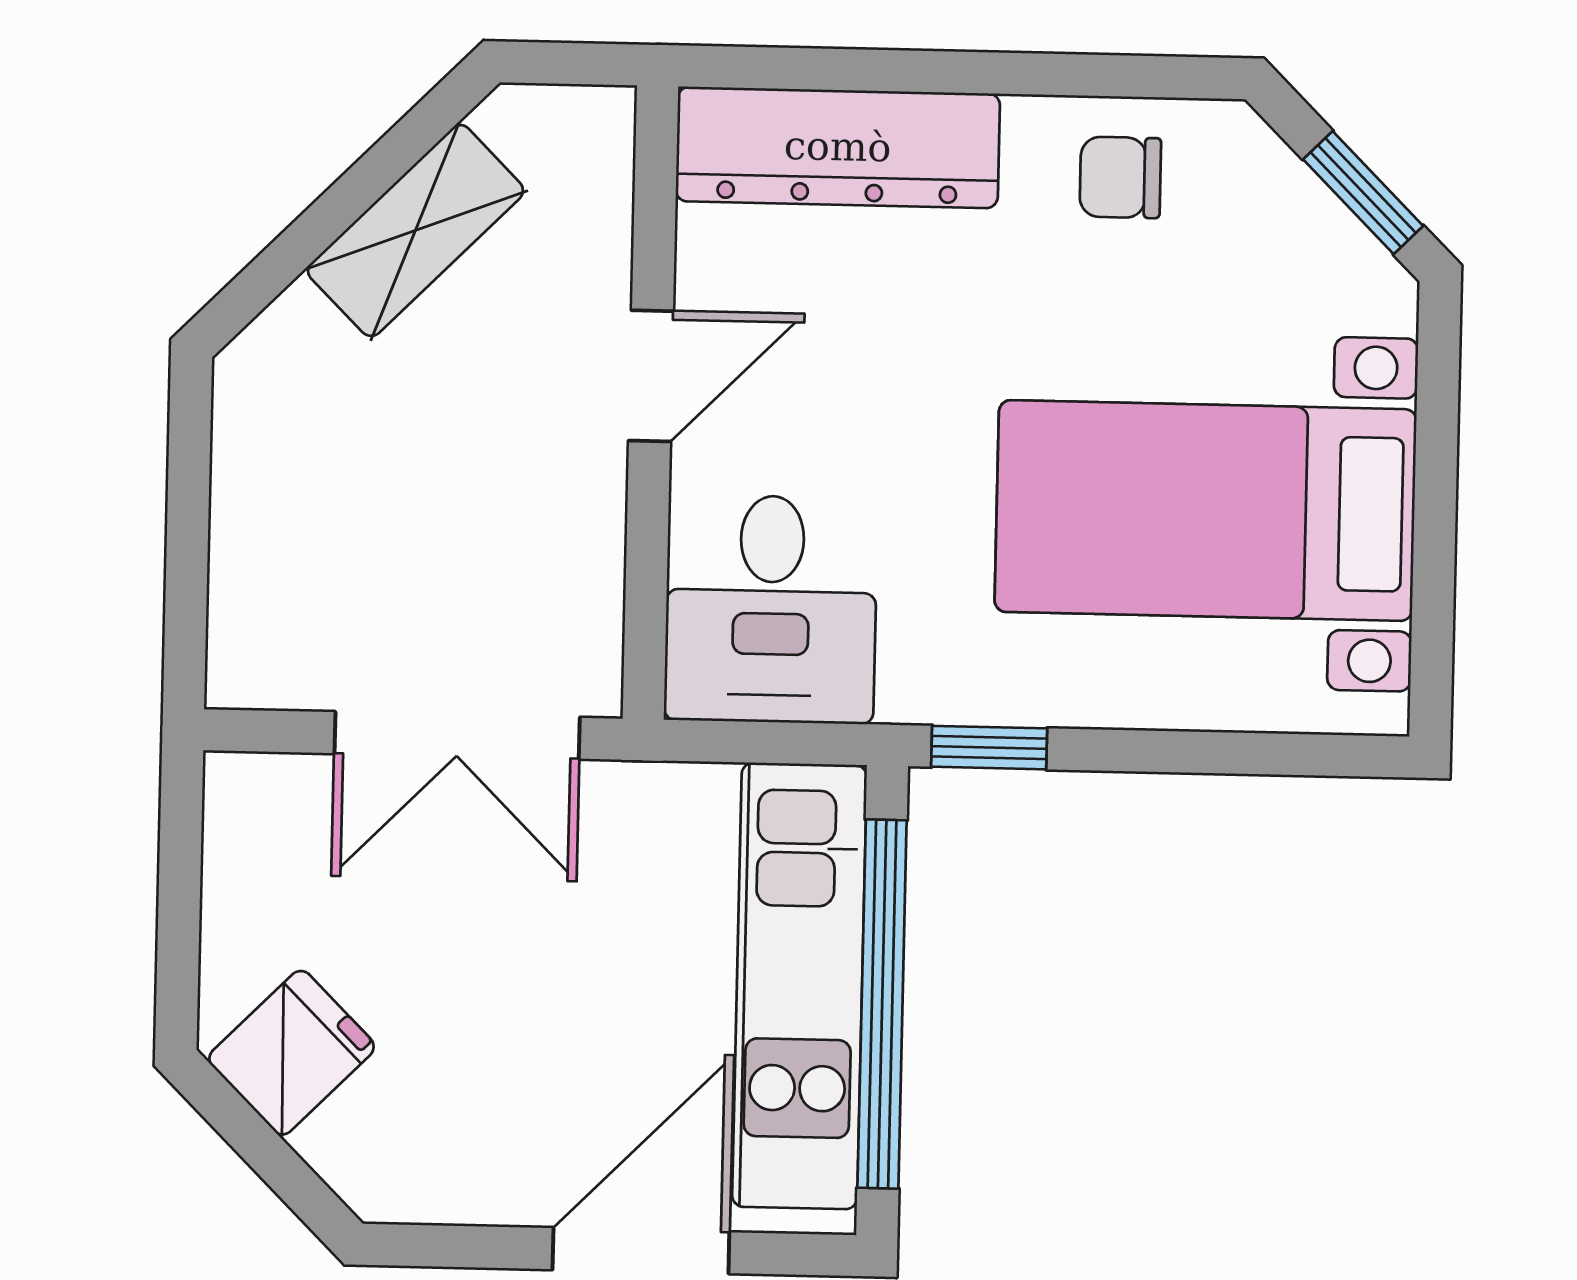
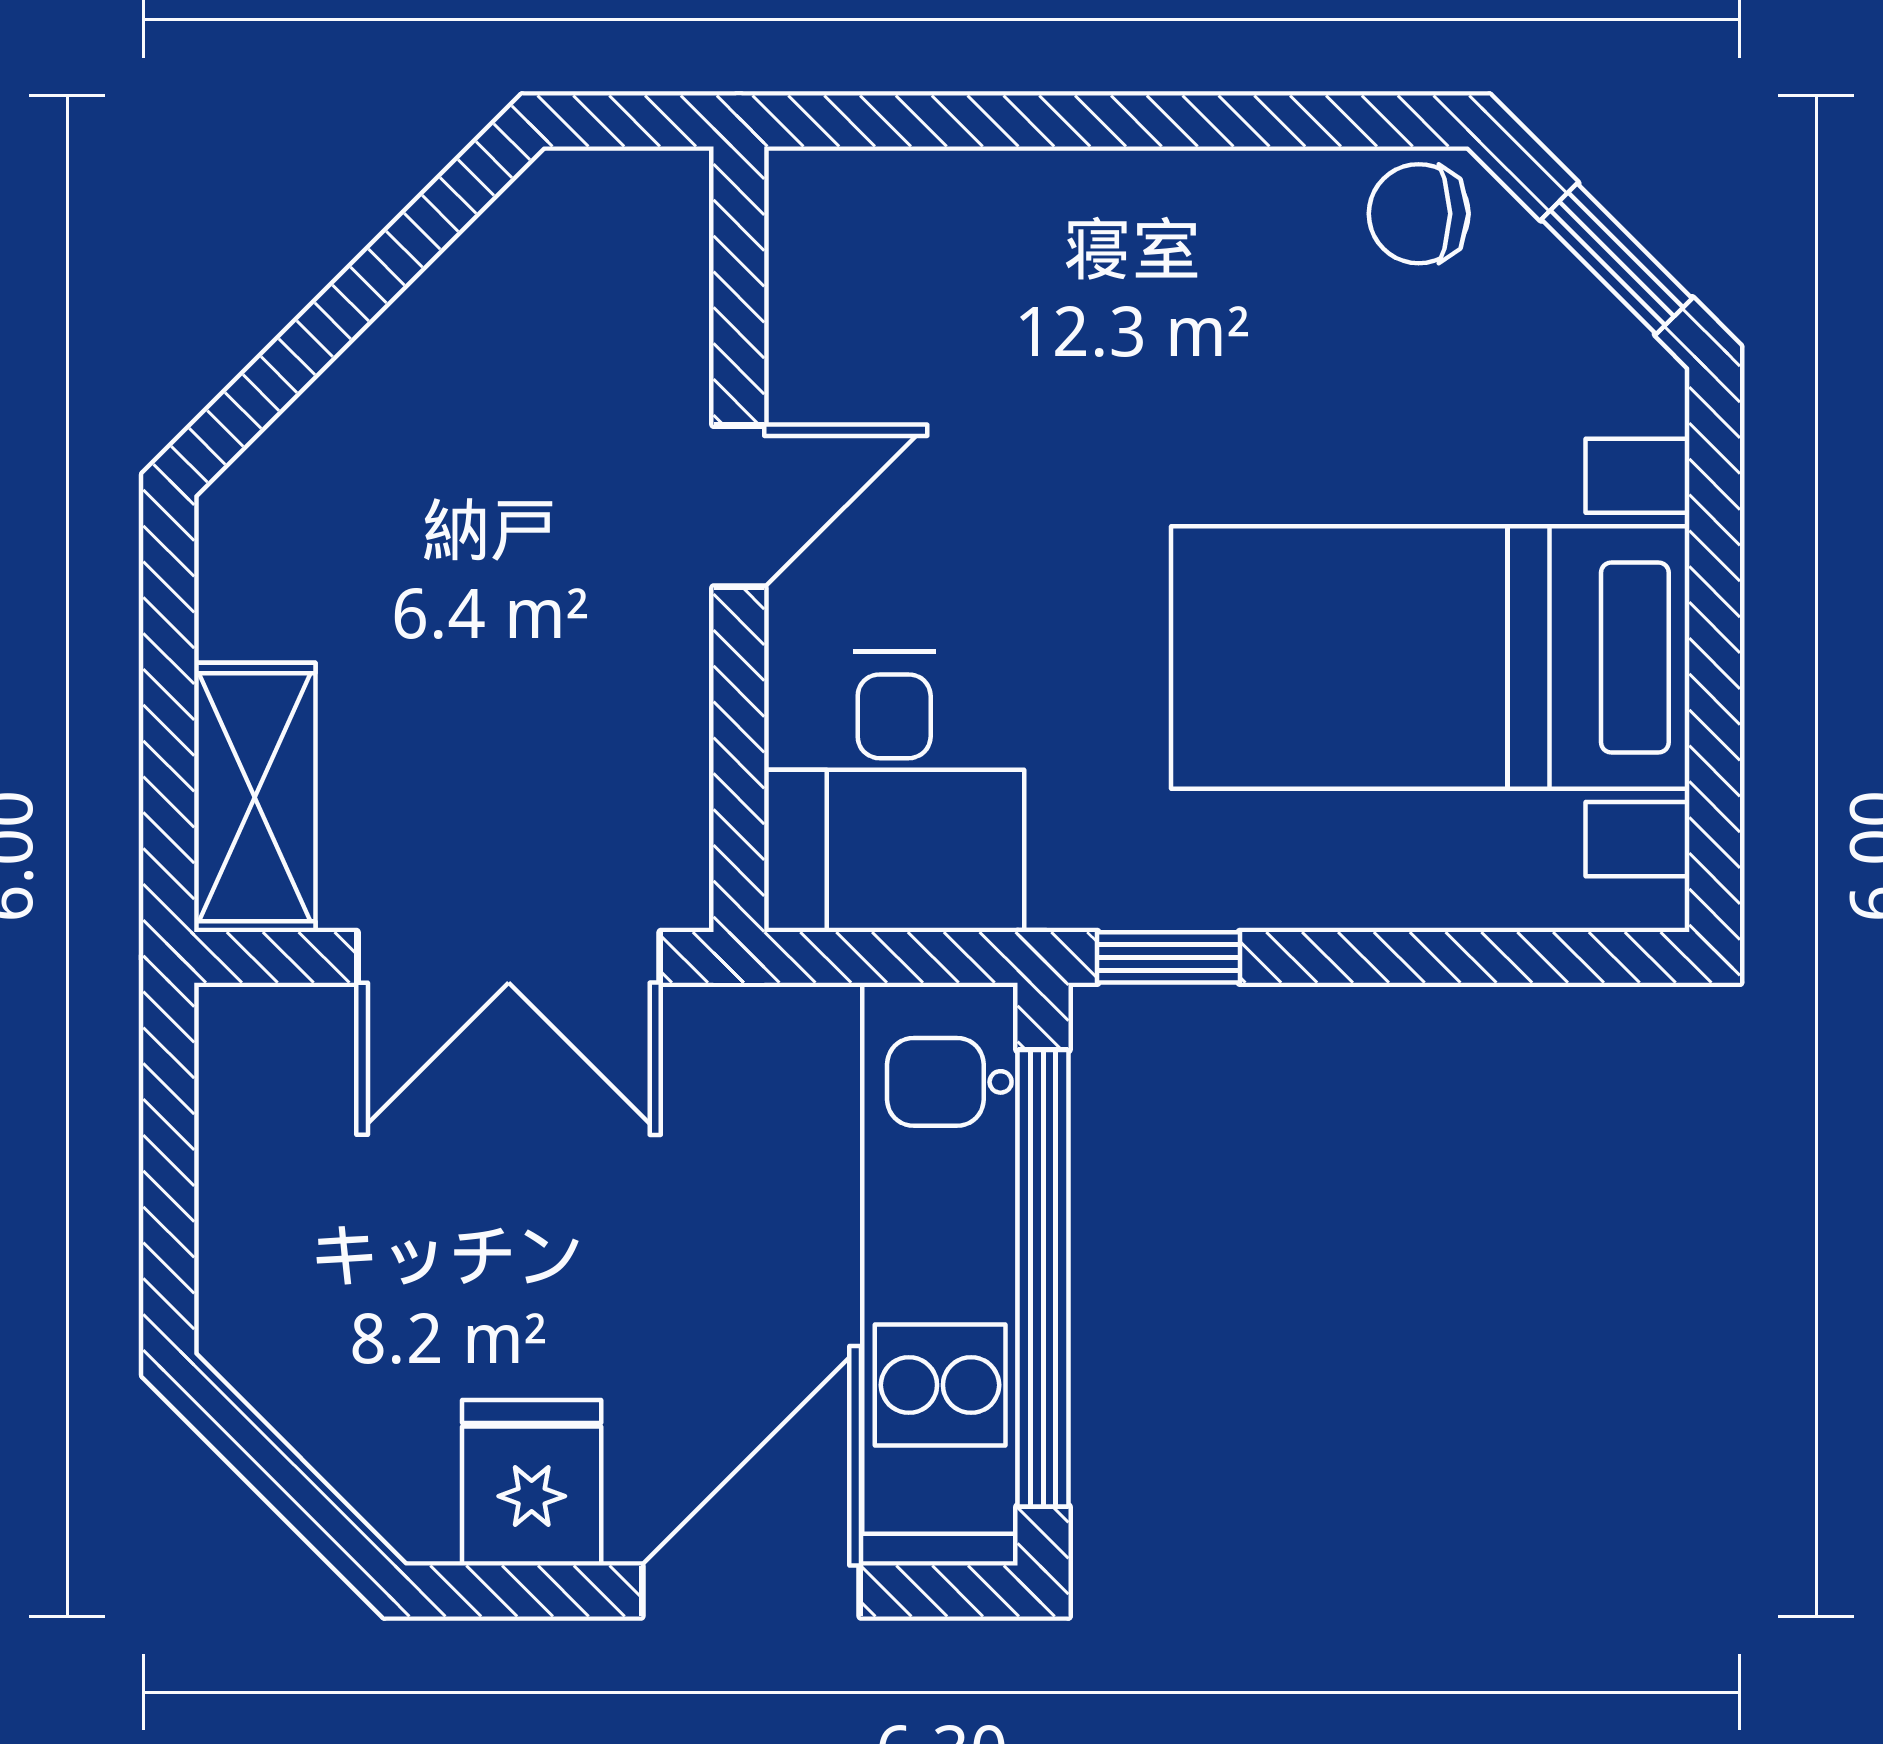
dresser: (838, 147) -> (964, 218), removed
chair: (1120, 177) -> (1419, 214), moved
shelving: (415, 230) -> (255, 797), moved, turned -45
fridge: (292, 1053) -> (532, 1483), moved, turned -45

